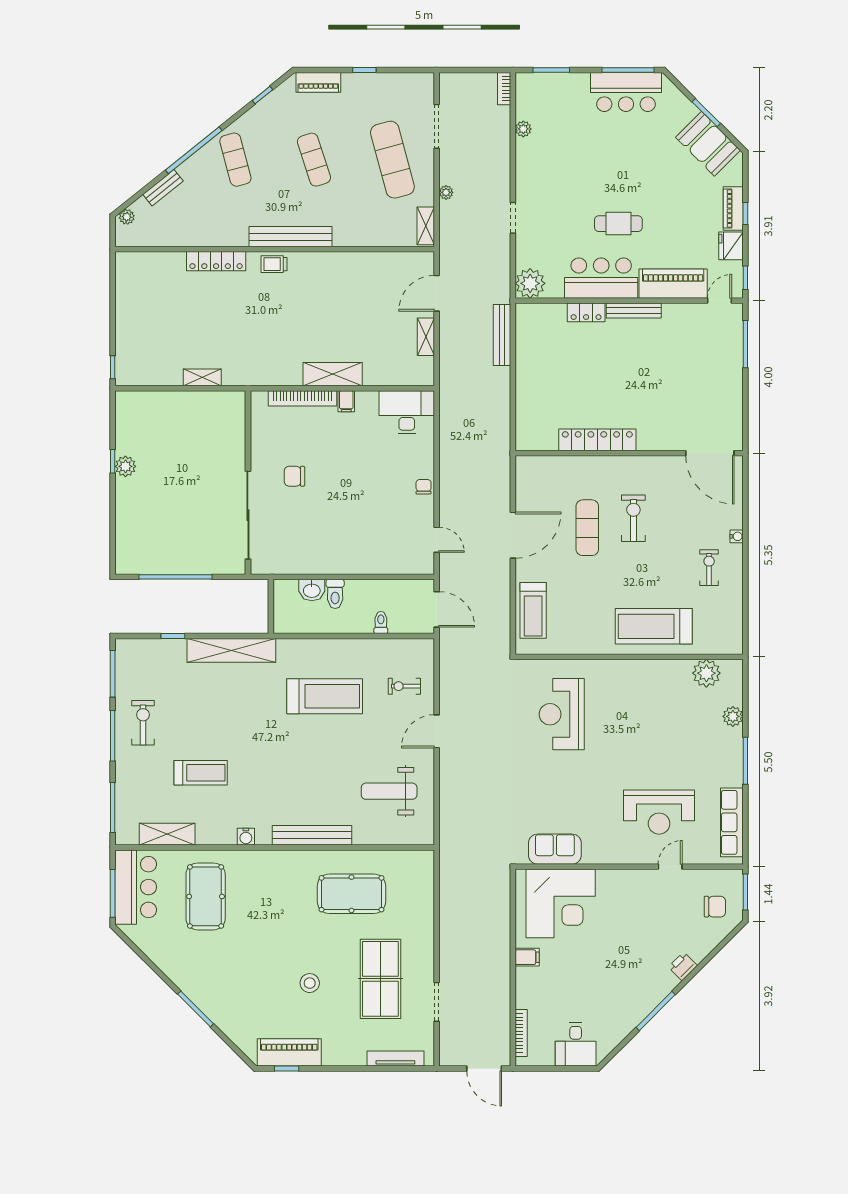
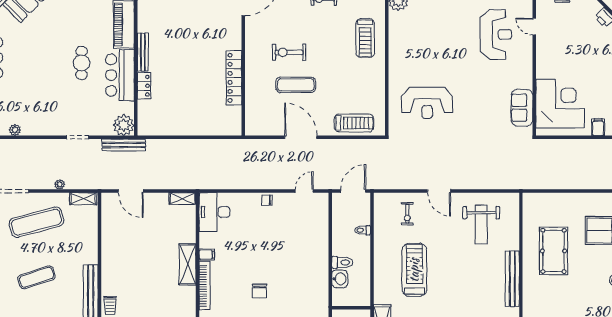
bench: (502, 335) -> (124, 145), moved
shelving: (426, 337) -> (183, 199), moved
treadmill: (654, 626) -> (365, 38), width x0.73, depth x0.73

